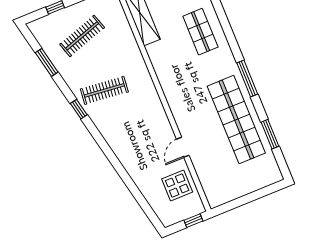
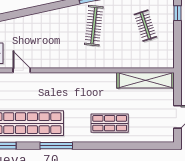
clothes rail: (82, 36) -> (145, 26), width x0.73

